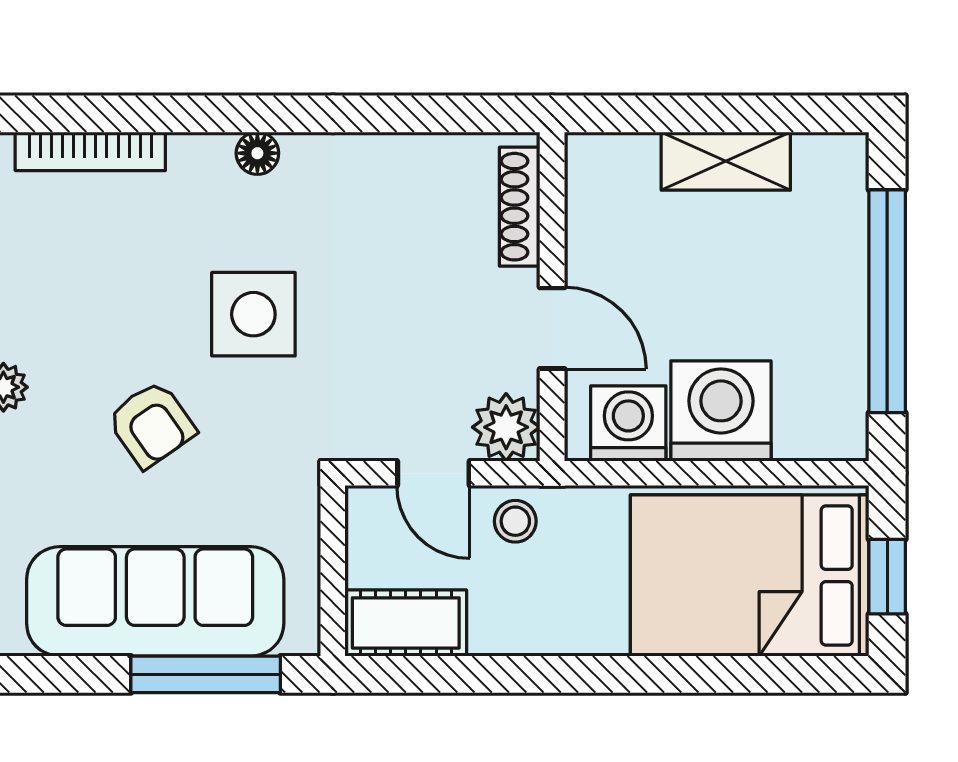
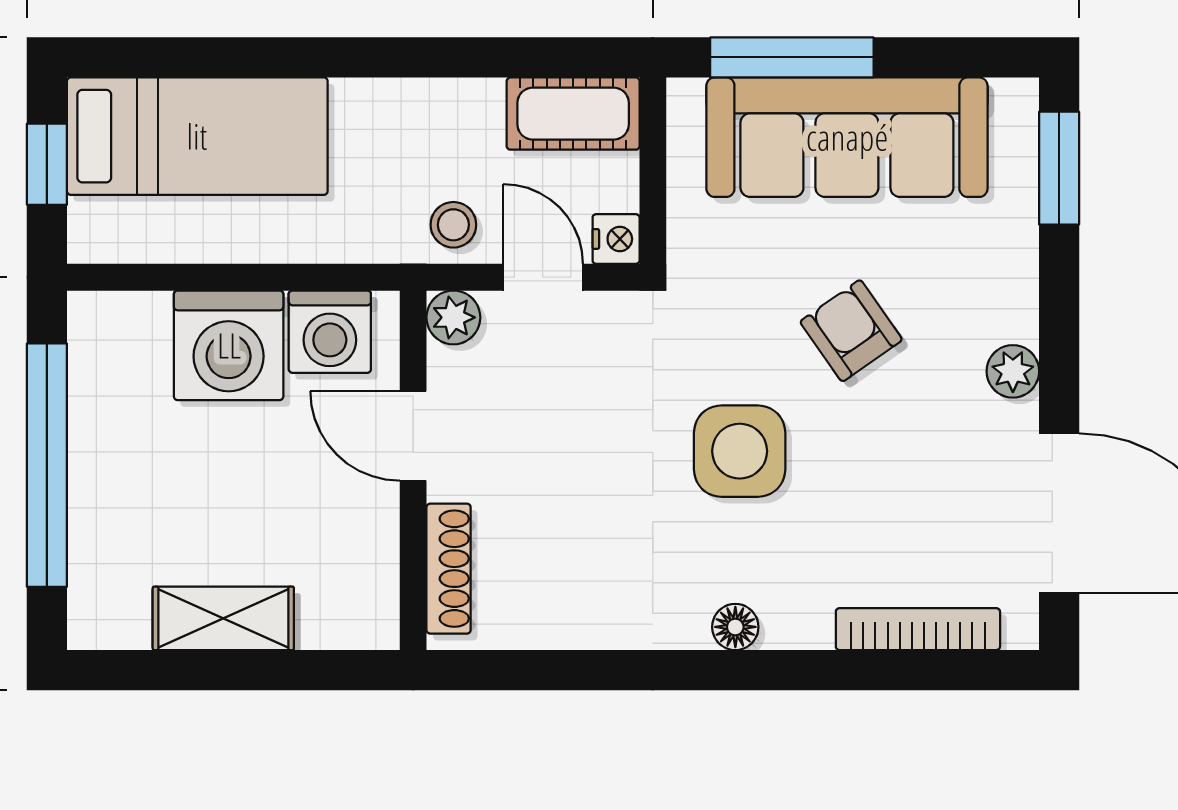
plant: (506, 427) -> (453, 317), width x0.73, depth x0.73
nightstand: (366, 508) -> (616, 239), added
bed: (750, 576) -> (197, 136), width x0.67

